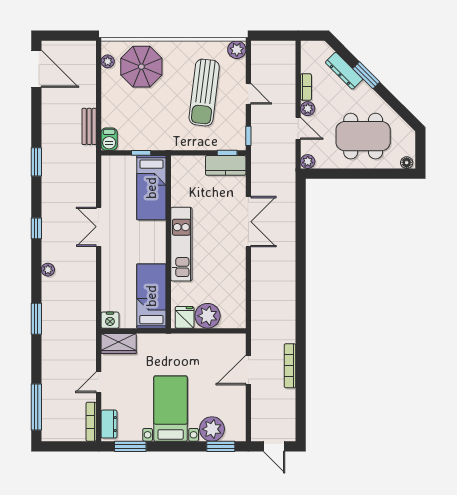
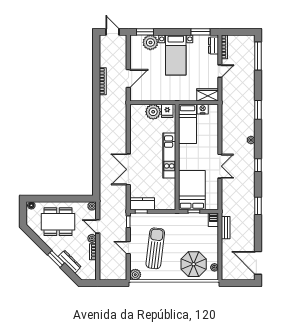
bed: (151, 188) -> (192, 190), width x1.50
nightstand: (110, 320) -> (203, 109), moved

